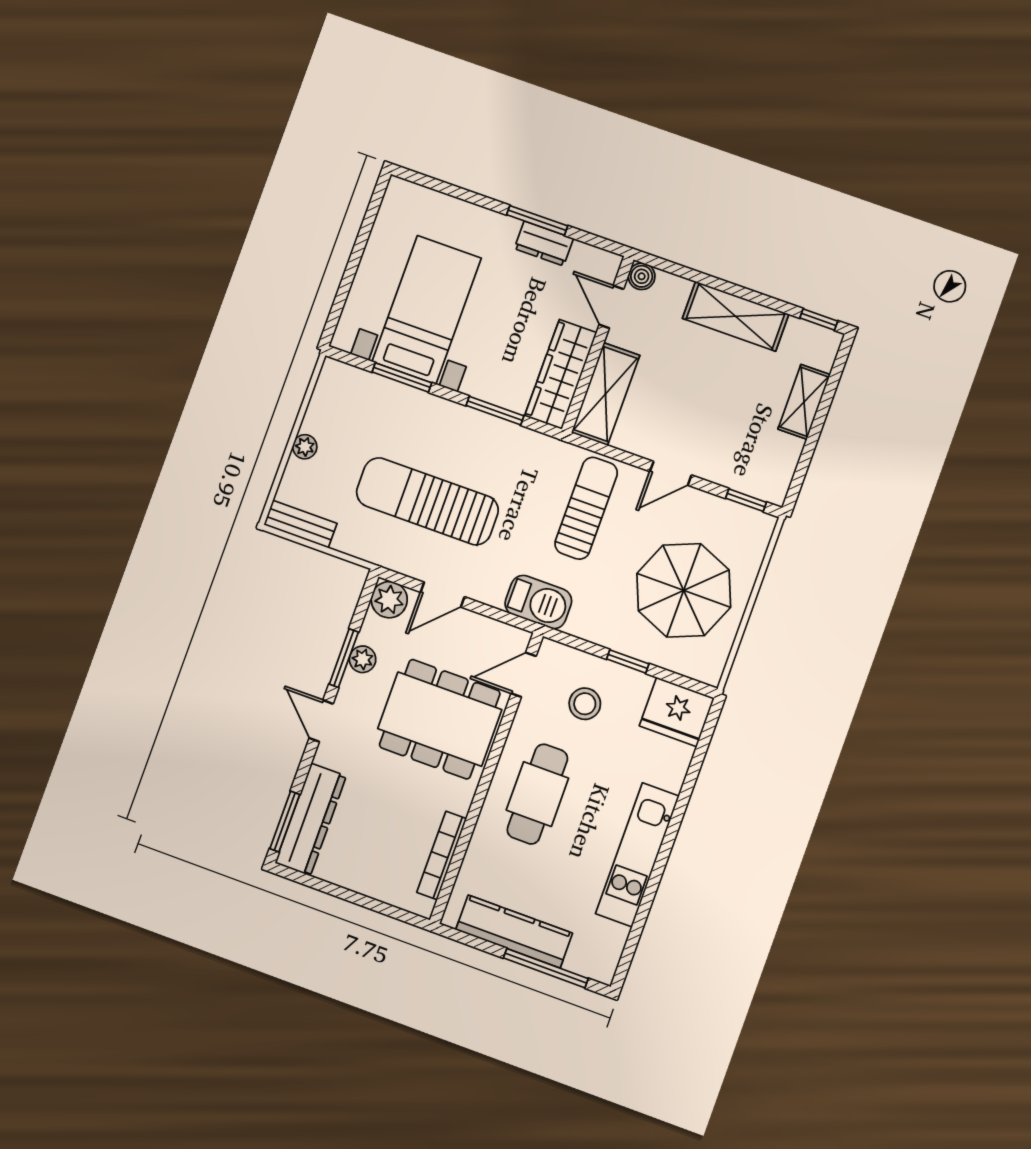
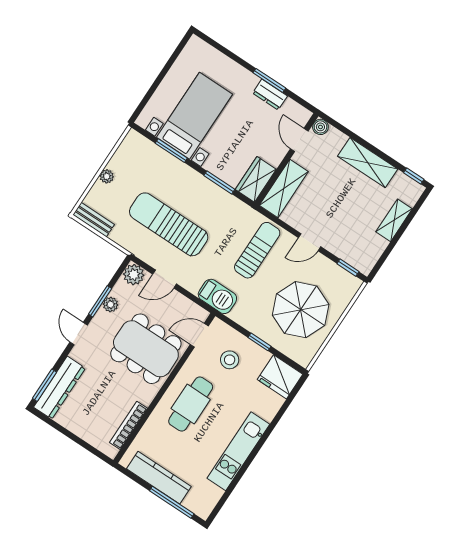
wardrobe: (561, 374) -> (256, 179), width x0.67

